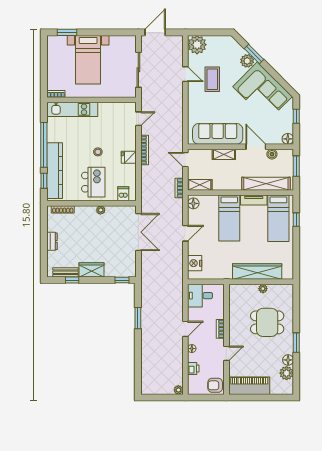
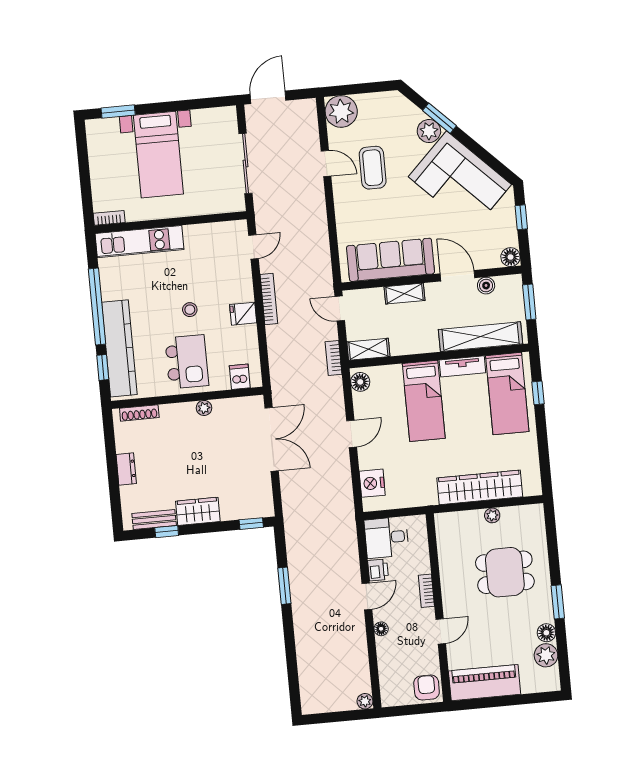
printer: (193, 369) -> (378, 570), moved
armchair: (215, 385) -> (427, 688), turned 90

